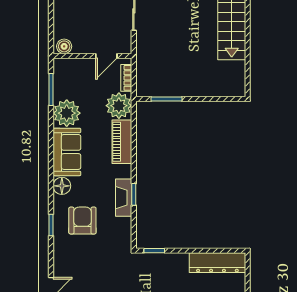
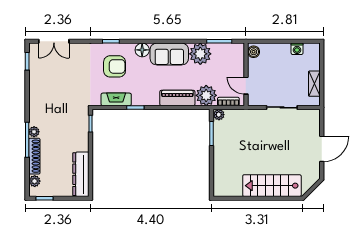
plant: (143, 90) -> (219, 115), added
fireplace: (124, 198) -> (116, 99), moved

